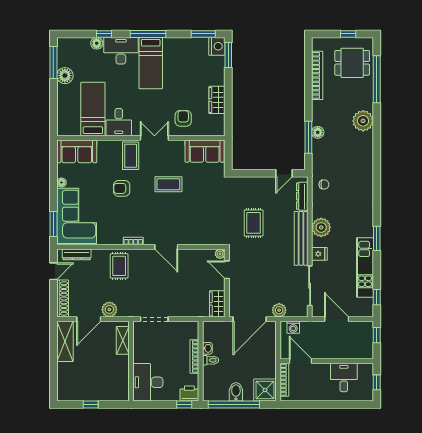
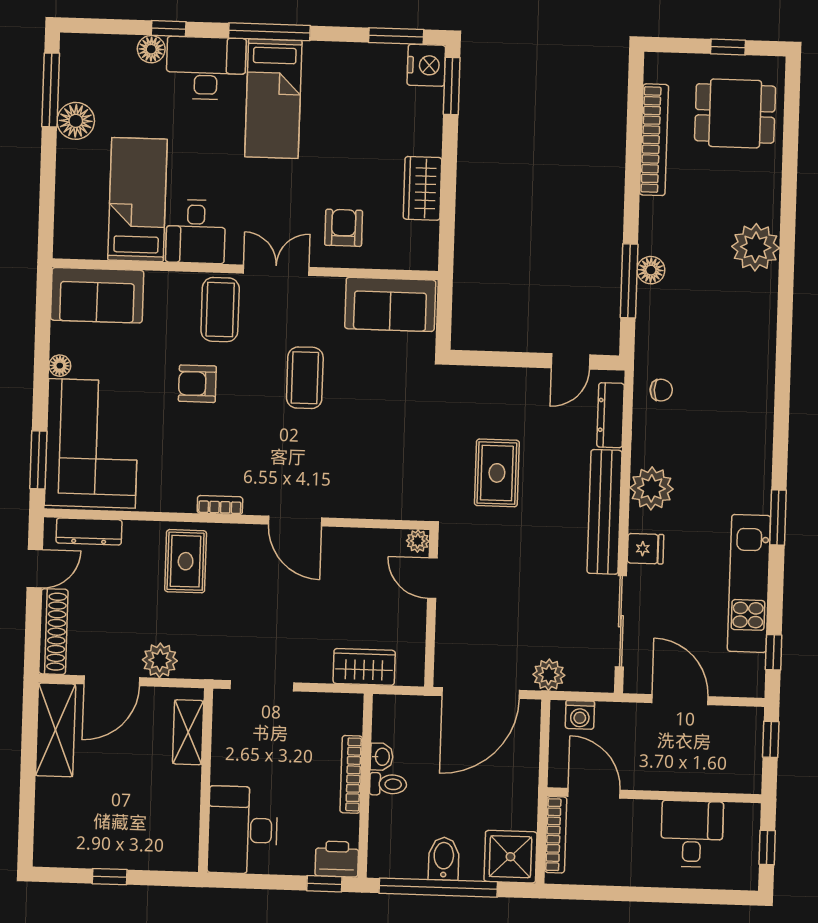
window: (377, 79) -> (790, 153), removed
coffee table: (168, 184) -> (305, 378), turned 90
wardrobe: (217, 304) -> (364, 667), moved, turned 90

